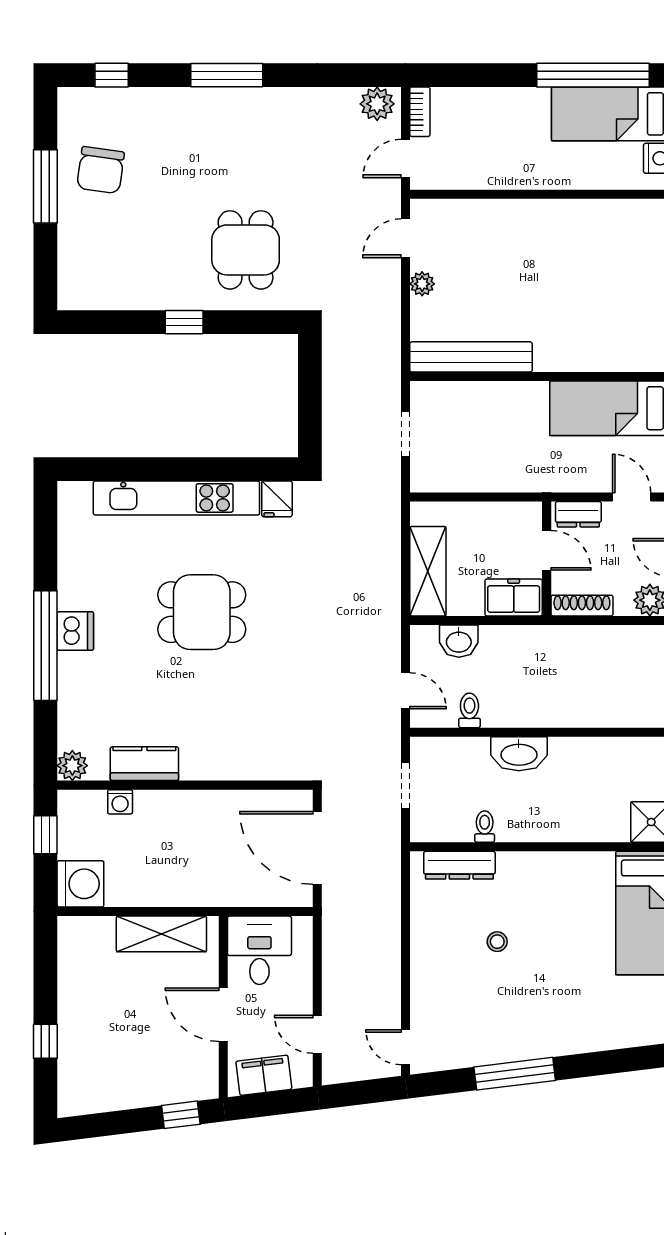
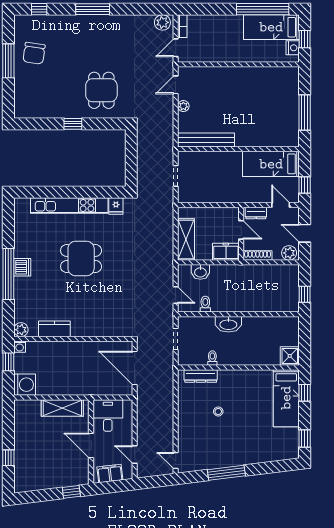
washing machine: (120, 802) -> (20, 347), moved

